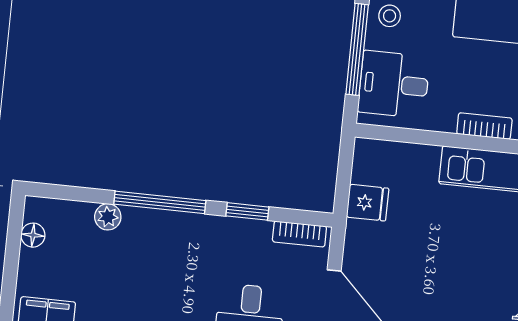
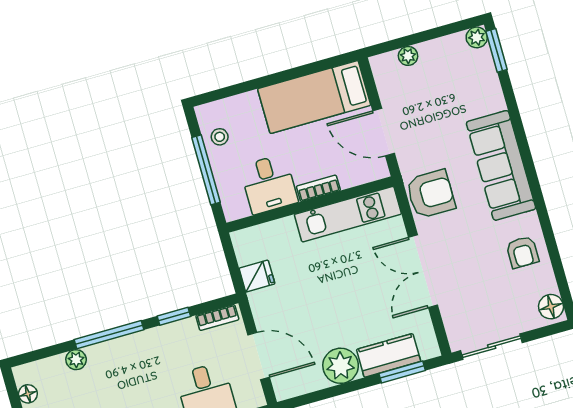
desk: (394, 84) -> (269, 184), moved, turned -90

